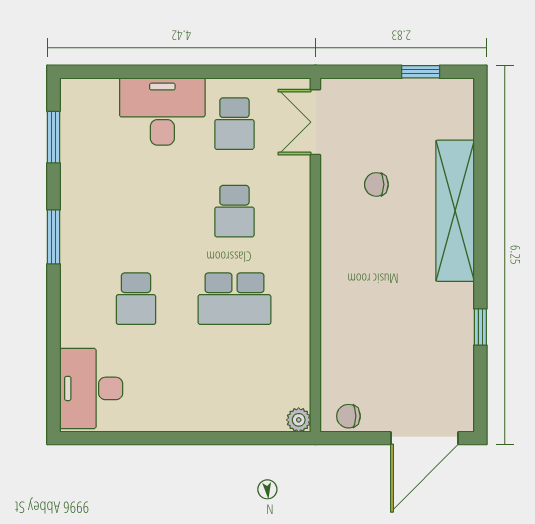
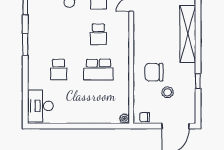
chair: (376, 184) -> (154, 72), moved, width x1.87, depth x1.87
stool: (405, 355) -> (168, 92), added

